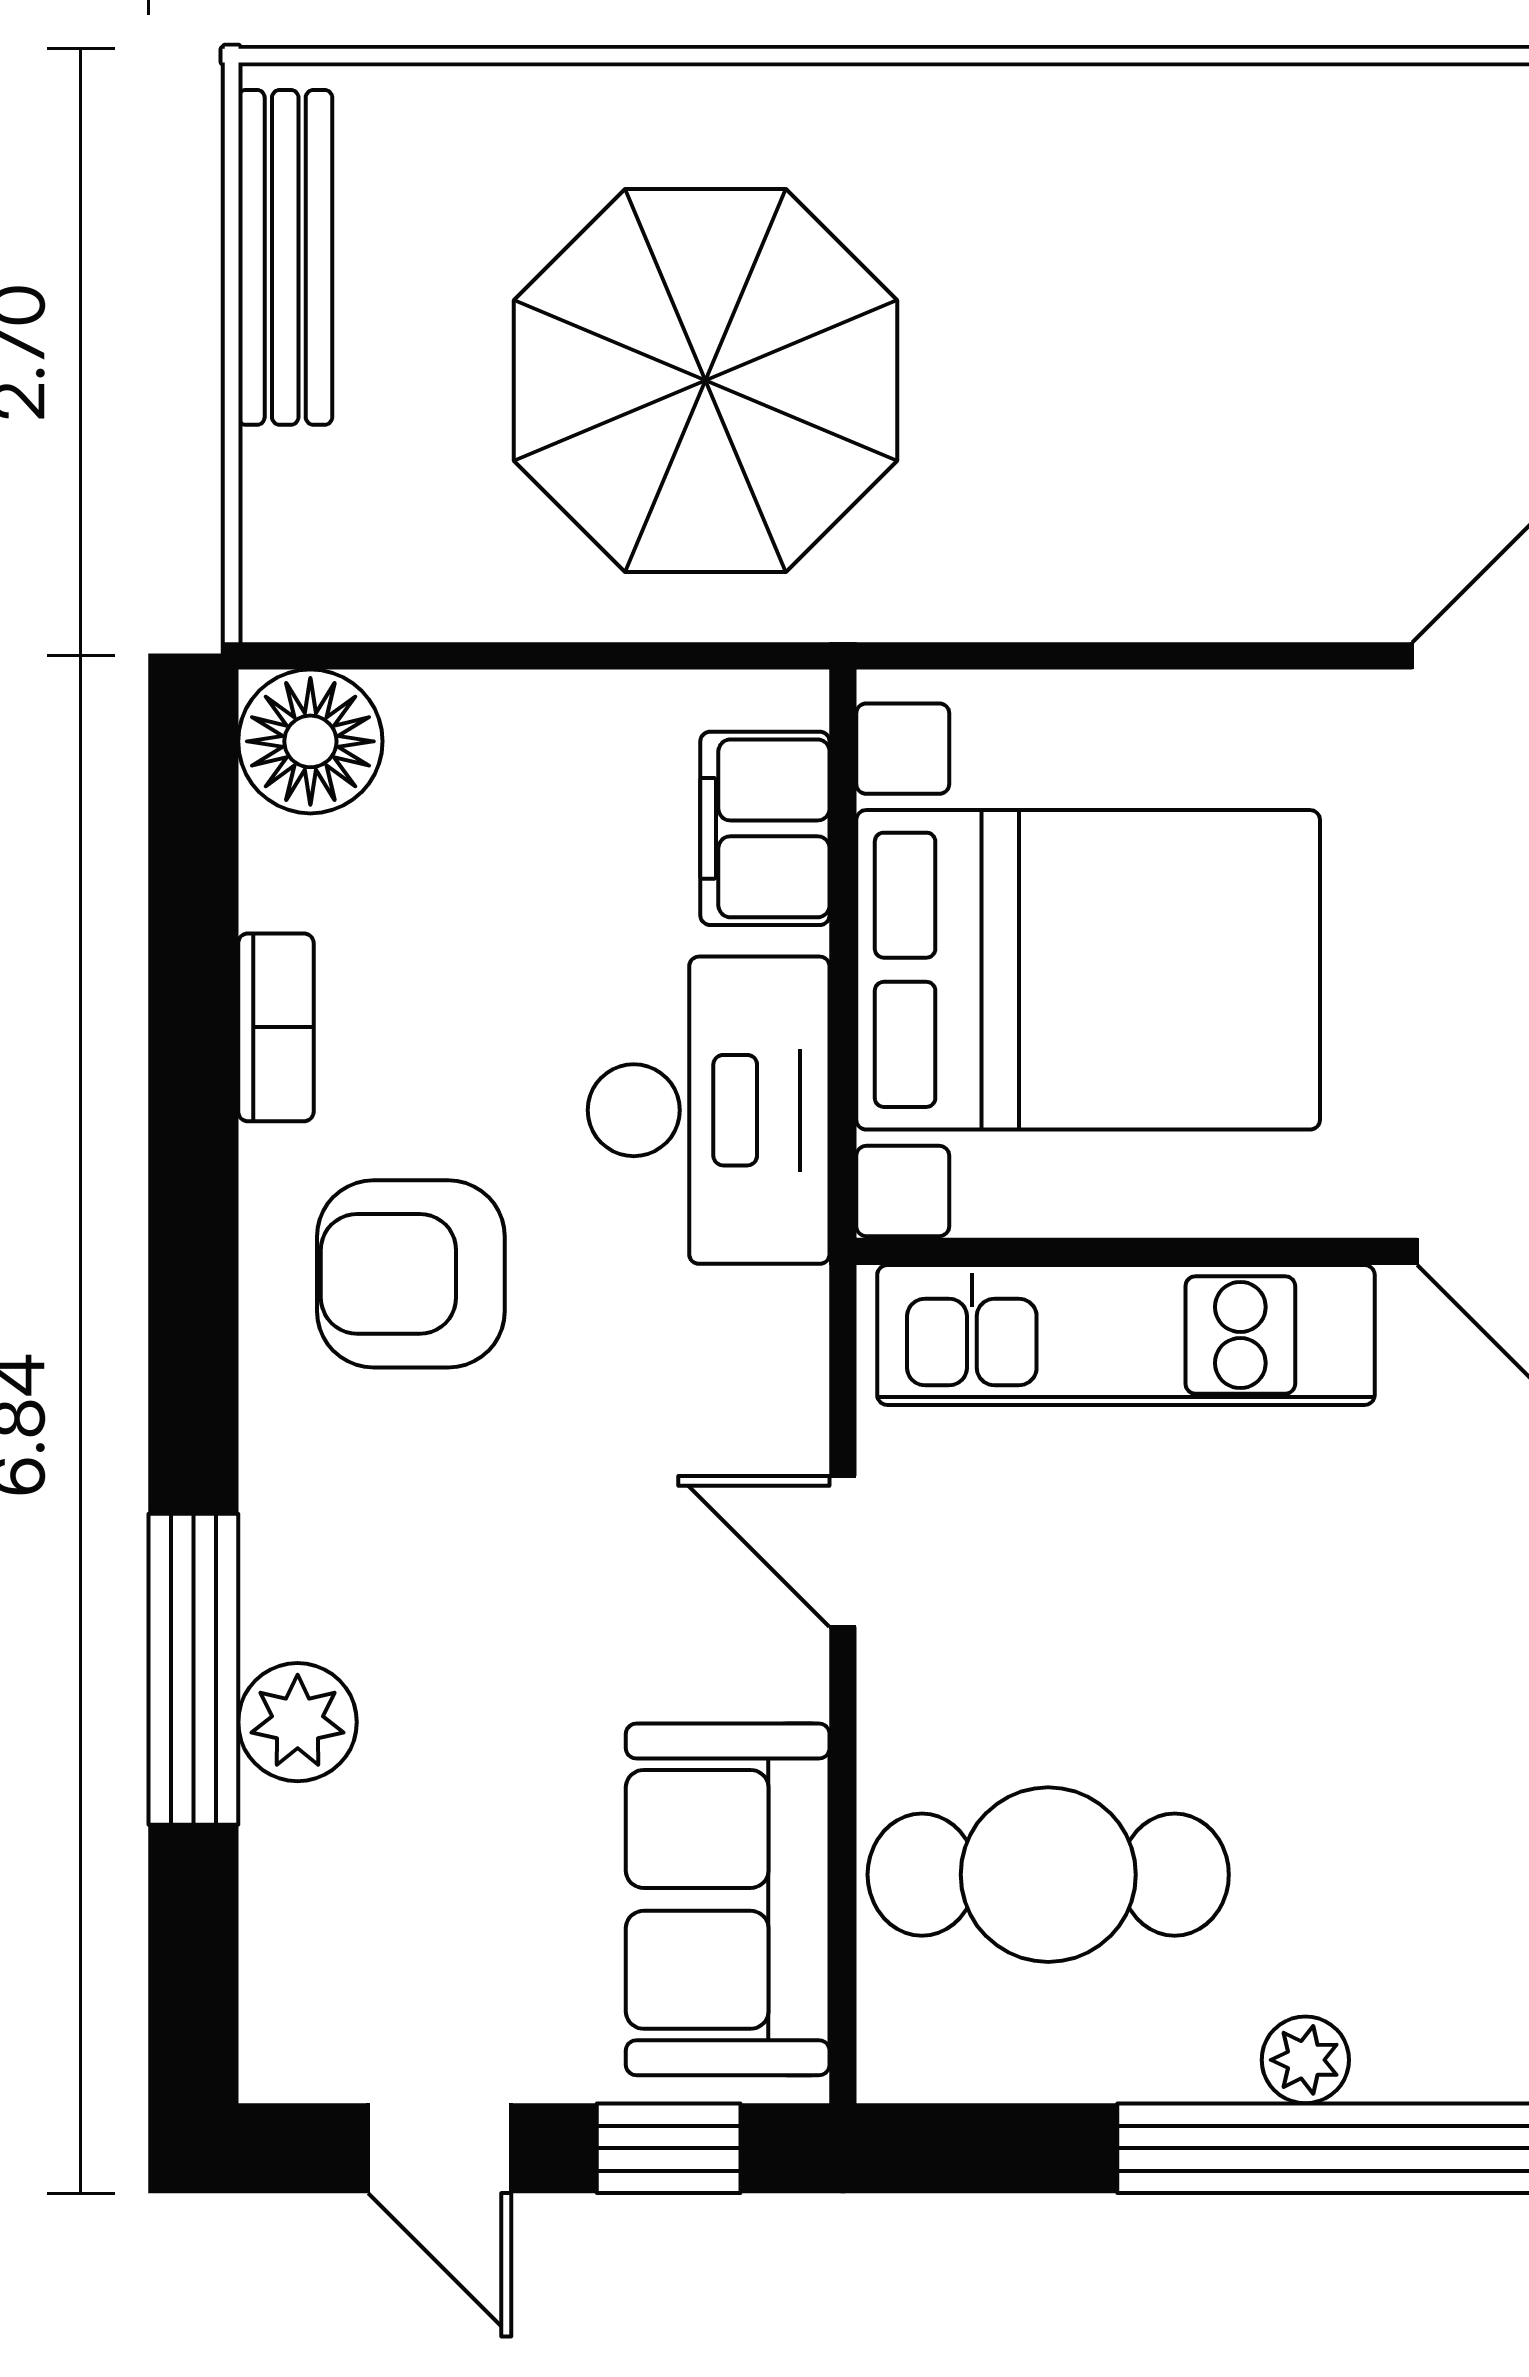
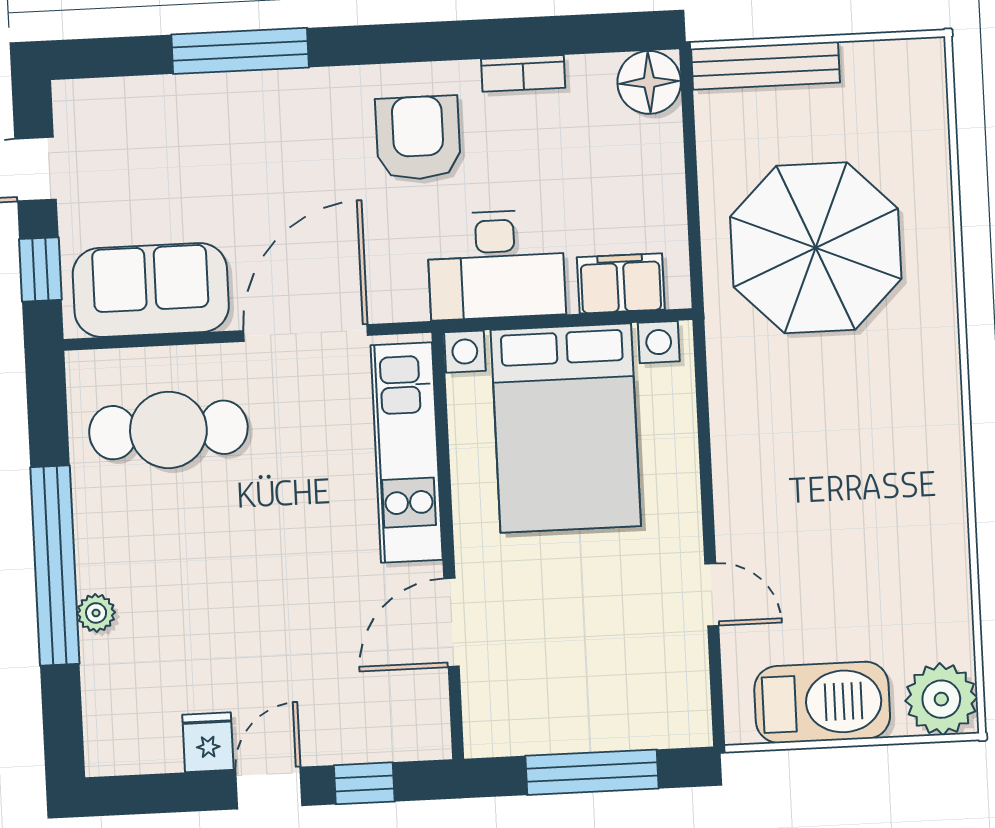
bench: (285, 257) -> (765, 66), moved
door: (843, 1551) -> (306, 333), width x1.88
plant: (298, 1722) -> (219, 98), removed
cafe table: (1048, 1875) -> (168, 430), turned 90
plant: (1305, 2060) -> (96, 613), moved

